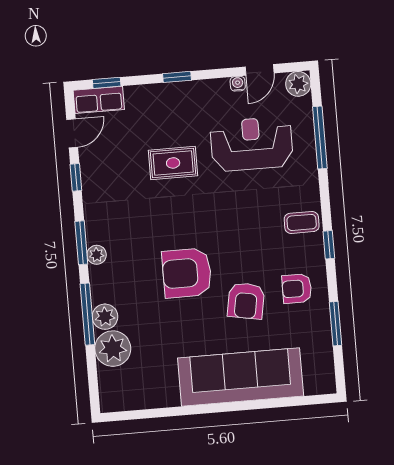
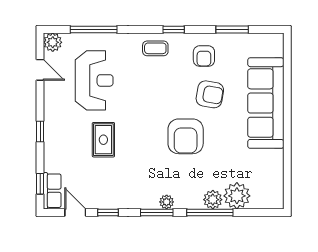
water cooler: (238, 84) -> (49, 87), removed
reception desk: (252, 144) -> (94, 80), turned 180
coffee table: (302, 222) -> (155, 48), turned 90

